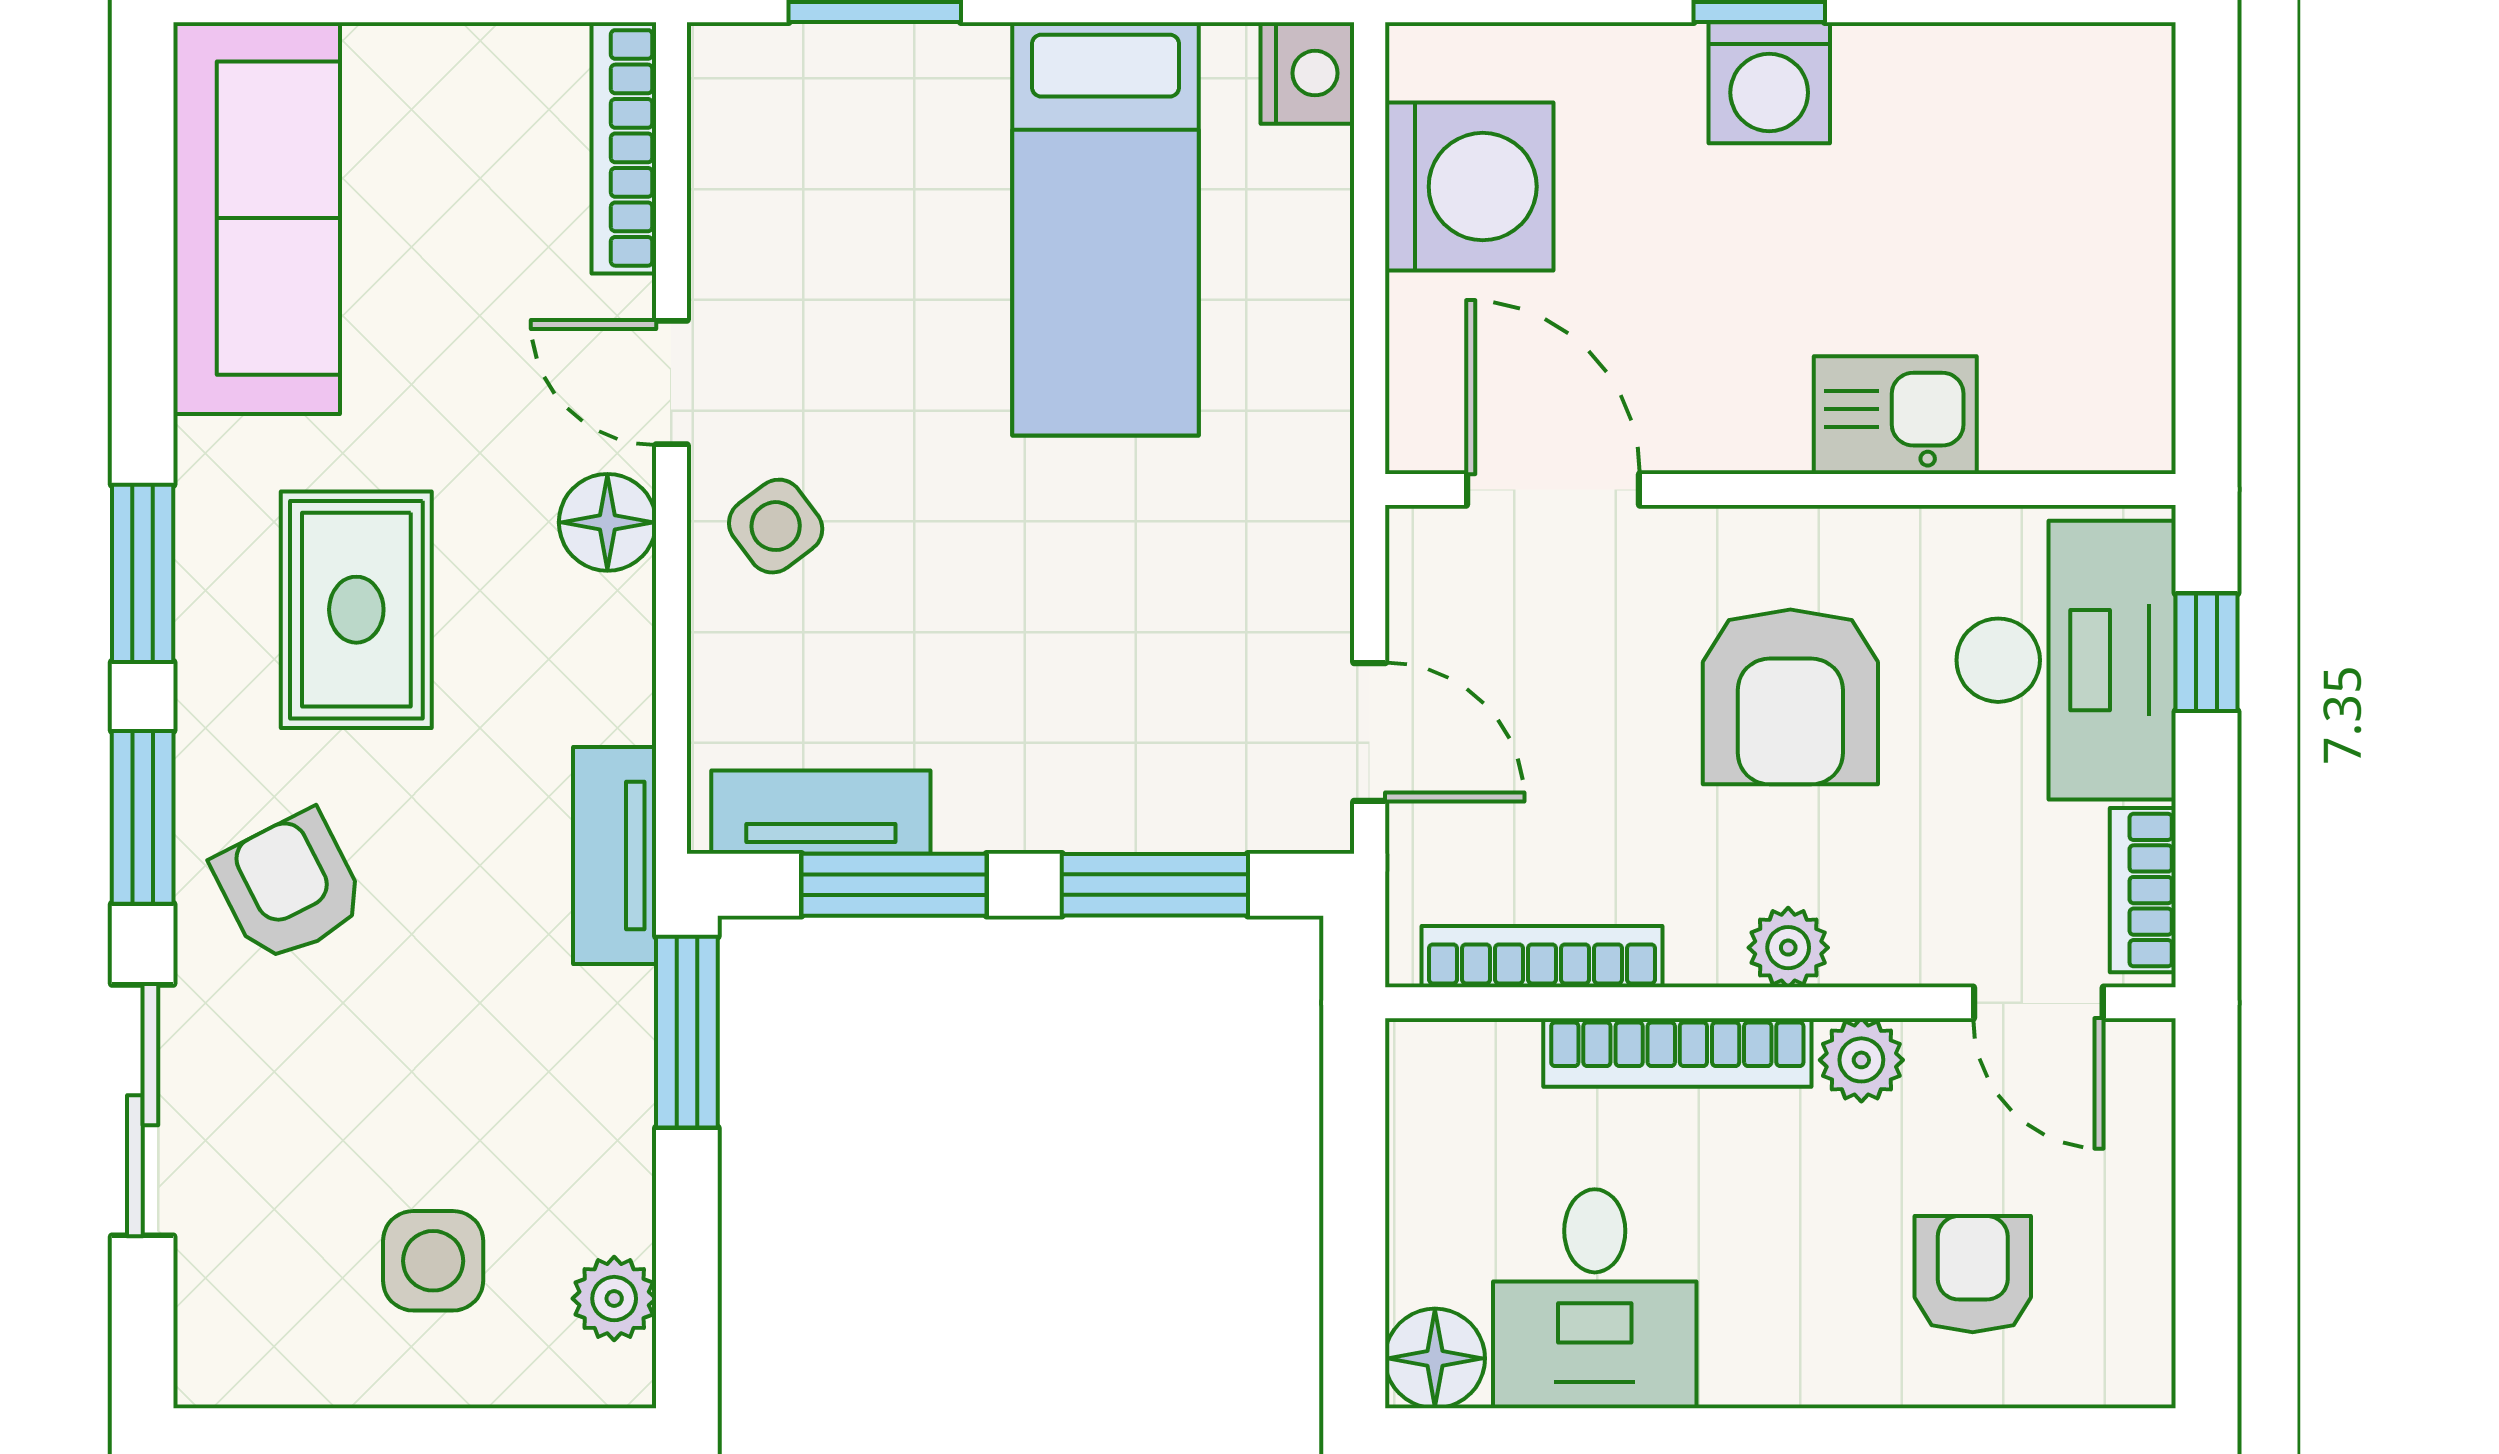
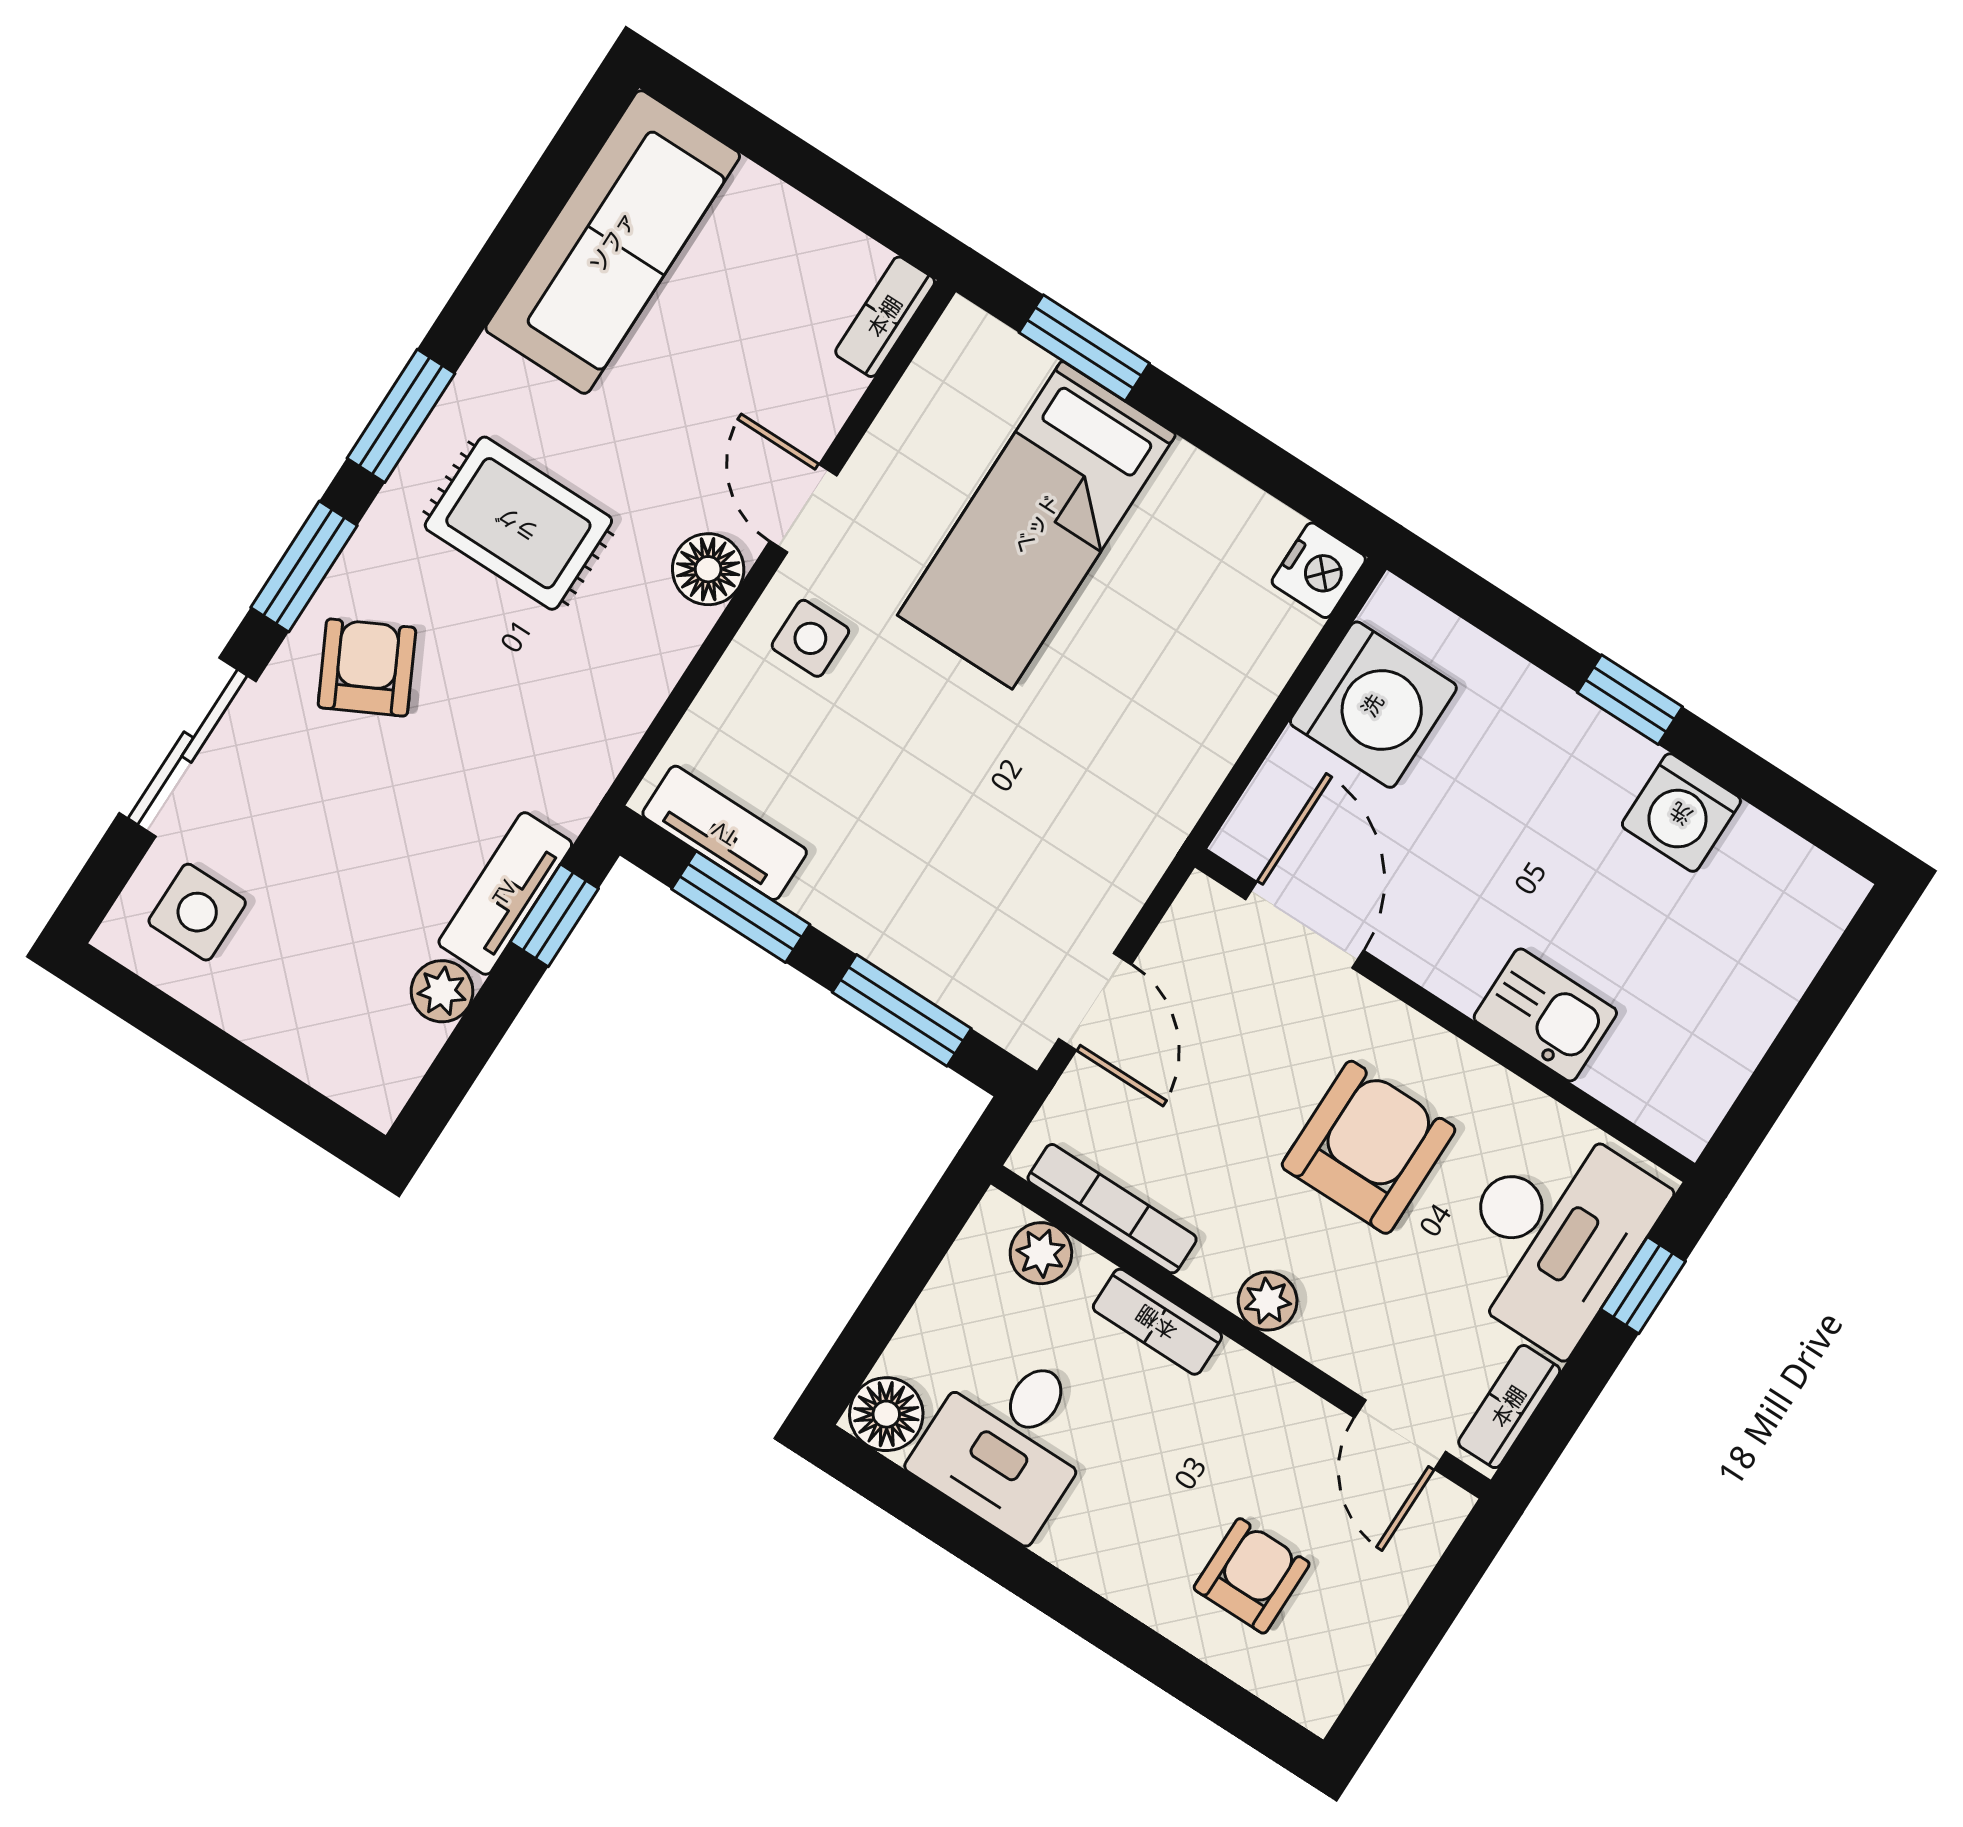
washing machine: (1769, 83) -> (1681, 813), moved
bookcase: (624, 148) -> (885, 317), width x0.64
bed: (1106, 229) -> (1037, 525), moved
side table: (776, 526) -> (810, 638), turned 37
rug: (356, 610) -> (518, 523), turned 90
armchair: (1790, 697) -> (1369, 1147), turned 180
tv unit: (615, 855) -> (505, 893), moved
window: (687, 1032) -> (554, 915), width x0.67
bookcase: (1677, 1053) -> (1157, 1322), width x0.64
plant: (1861, 1060) -> (1041, 1253), moved
side table: (433, 1261) -> (197, 912), moved
plant: (614, 1299) -> (442, 991), moved

